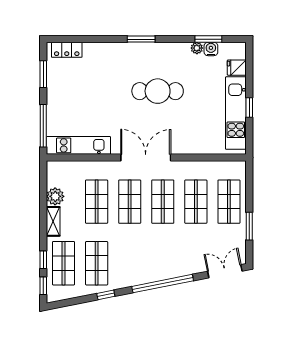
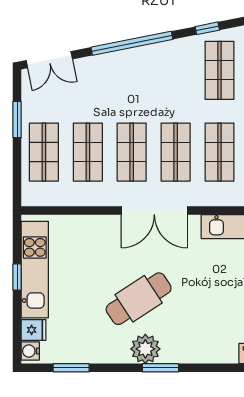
plant: (197, 48) -> (145, 349), moved, width x1.87, depth x1.87
water cooler: (211, 49) -> (30, 351), moved, turned 90
cafe table: (158, 91) -> (139, 299), turned -33

